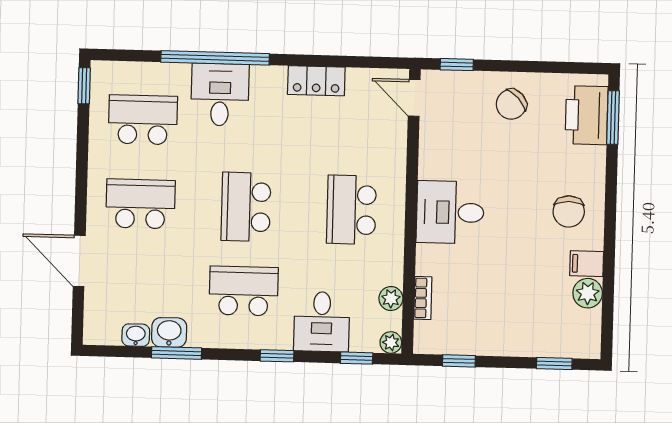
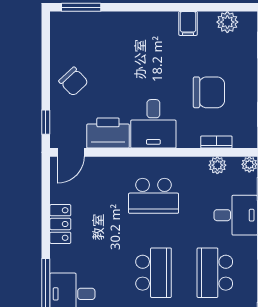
printer: (587, 115) -> (108, 133), moved, turned 180
school desk: (246, 207) -> (154, 273), turned -90
chair: (569, 211) -> (209, 92), moved, width x1.37, depth x1.37
plant: (588, 293) -> (227, 22), moved

